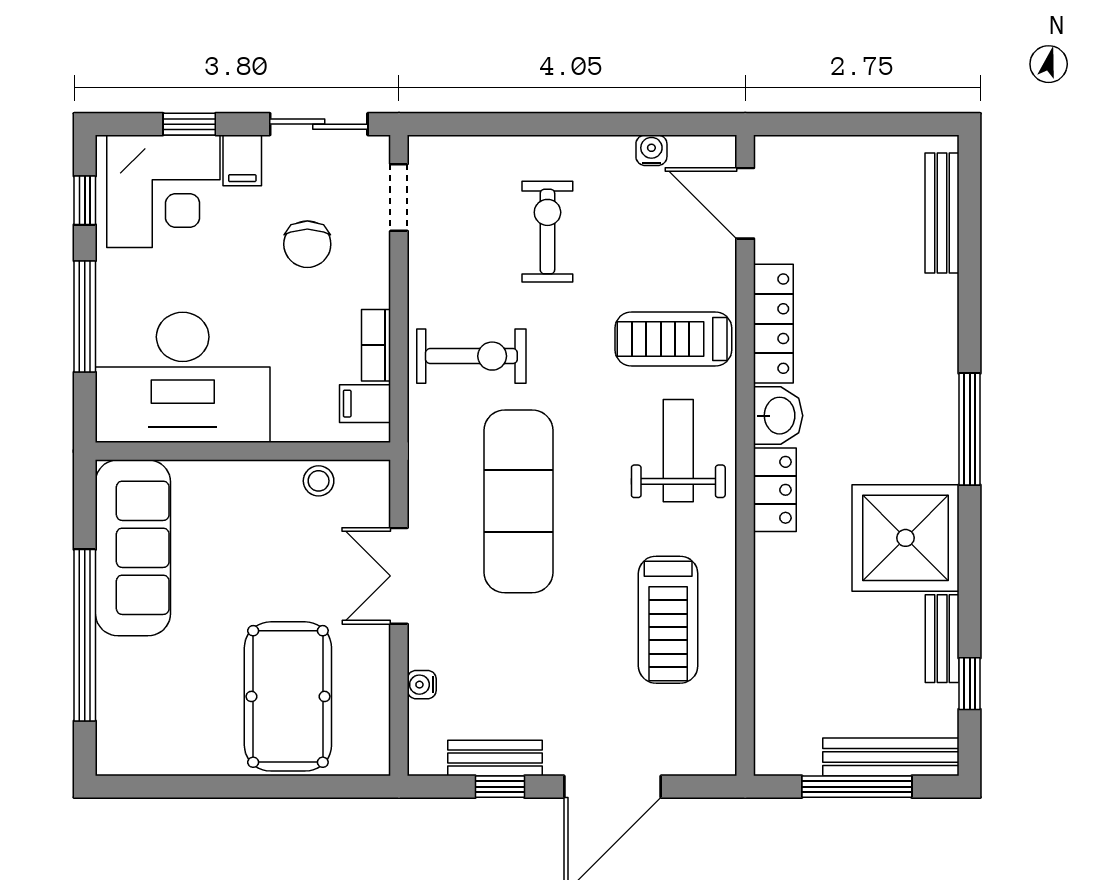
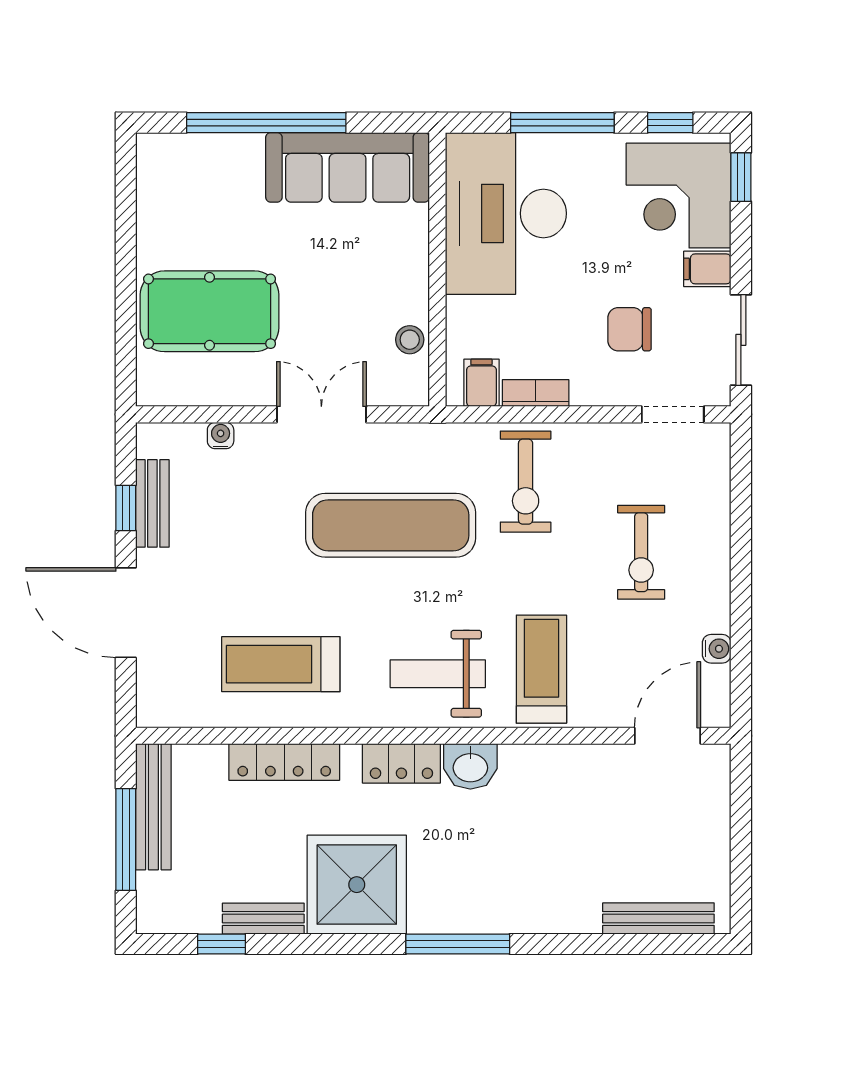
window: (189, 124) -> (741, 177), moved
exercise bike: (547, 232) -> (641, 552), turned 90
locker: (773, 324) -> (284, 762), moved
weight bench: (678, 451) -> (438, 674), turned 180
bench: (891, 757) -> (153, 807), moved

